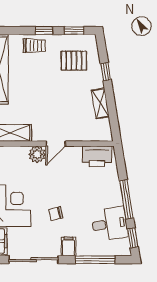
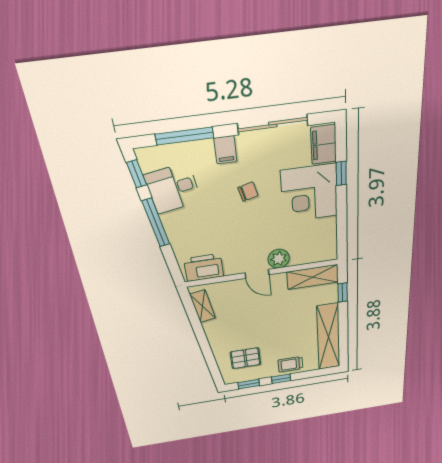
window: (106, 72) -> (208, 354), removed
shelving: (100, 104) -> (203, 306), moved
door: (56, 144) -> (257, 274), swing flipped

